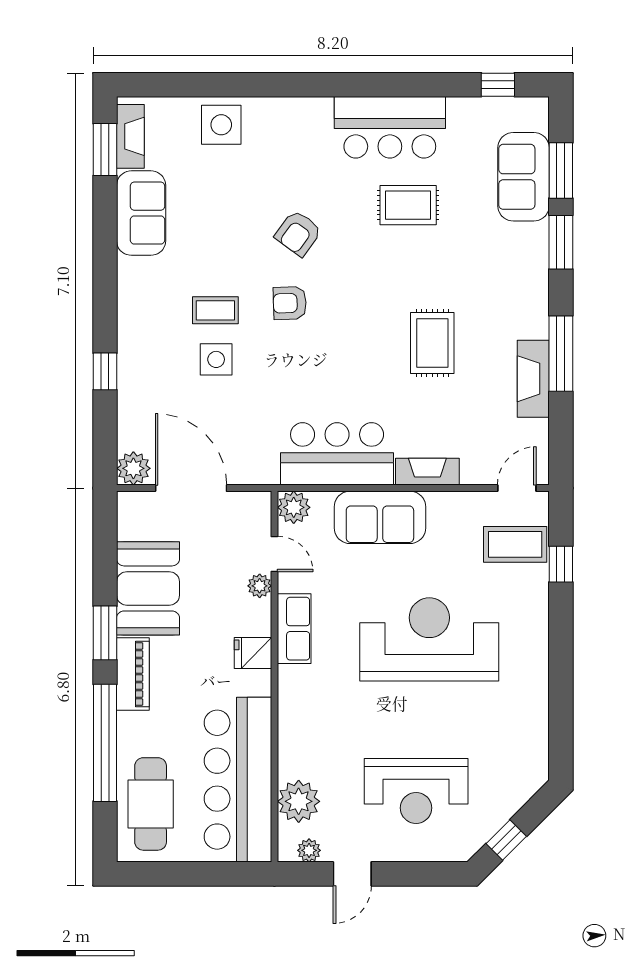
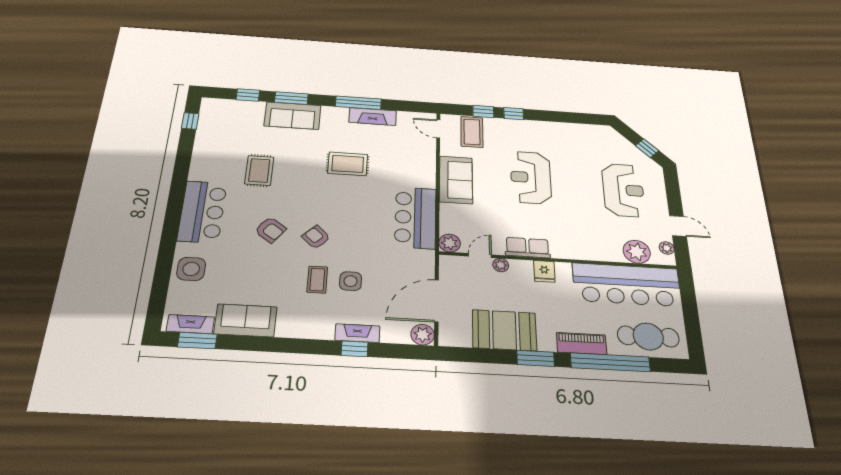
bar counter: (390, 127) -> (202, 212), moved
window: (561, 171) -> (248, 95), width x0.67
sofa: (524, 177) -> (293, 116), moved
armchair: (290, 303) -> (316, 237), turned 137
fireplace: (427, 472) -> (357, 333), moved, turned 90
sofa: (380, 517) -> (456, 180), moved
window: (561, 616) -> (514, 114), added
reception desk: (429, 639) -> (531, 177), width x0.74, depth x0.77
piano: (133, 674) -> (582, 344), moved

